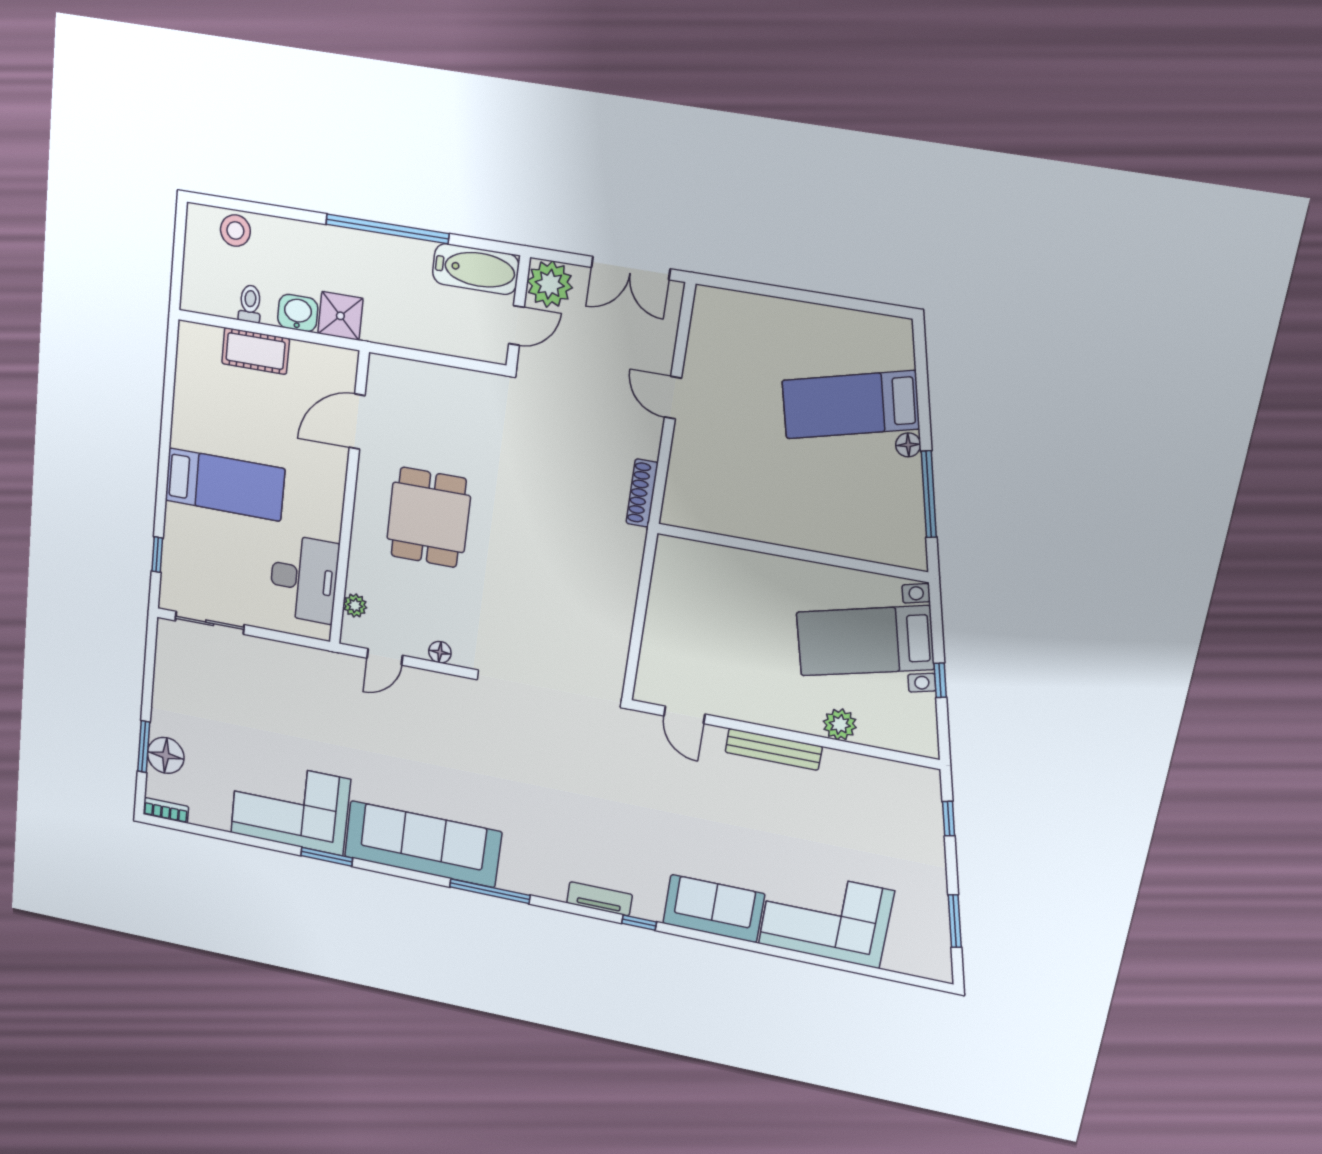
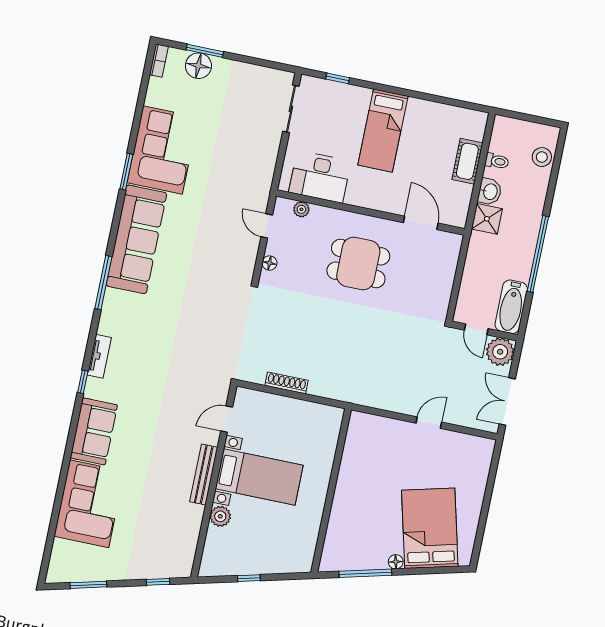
bed: (851, 405) -> (430, 528), width x1.50
shoe rack: (642, 493) -> (287, 383), moved
bed with nightstands: (865, 641) -> (259, 477), moved, turned 104

